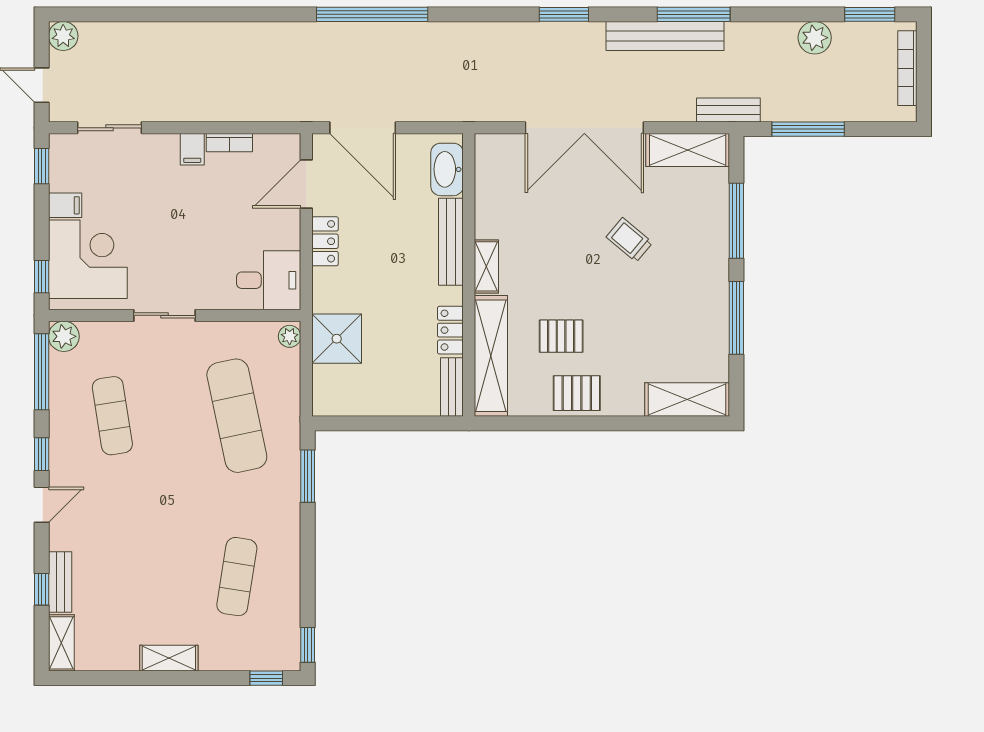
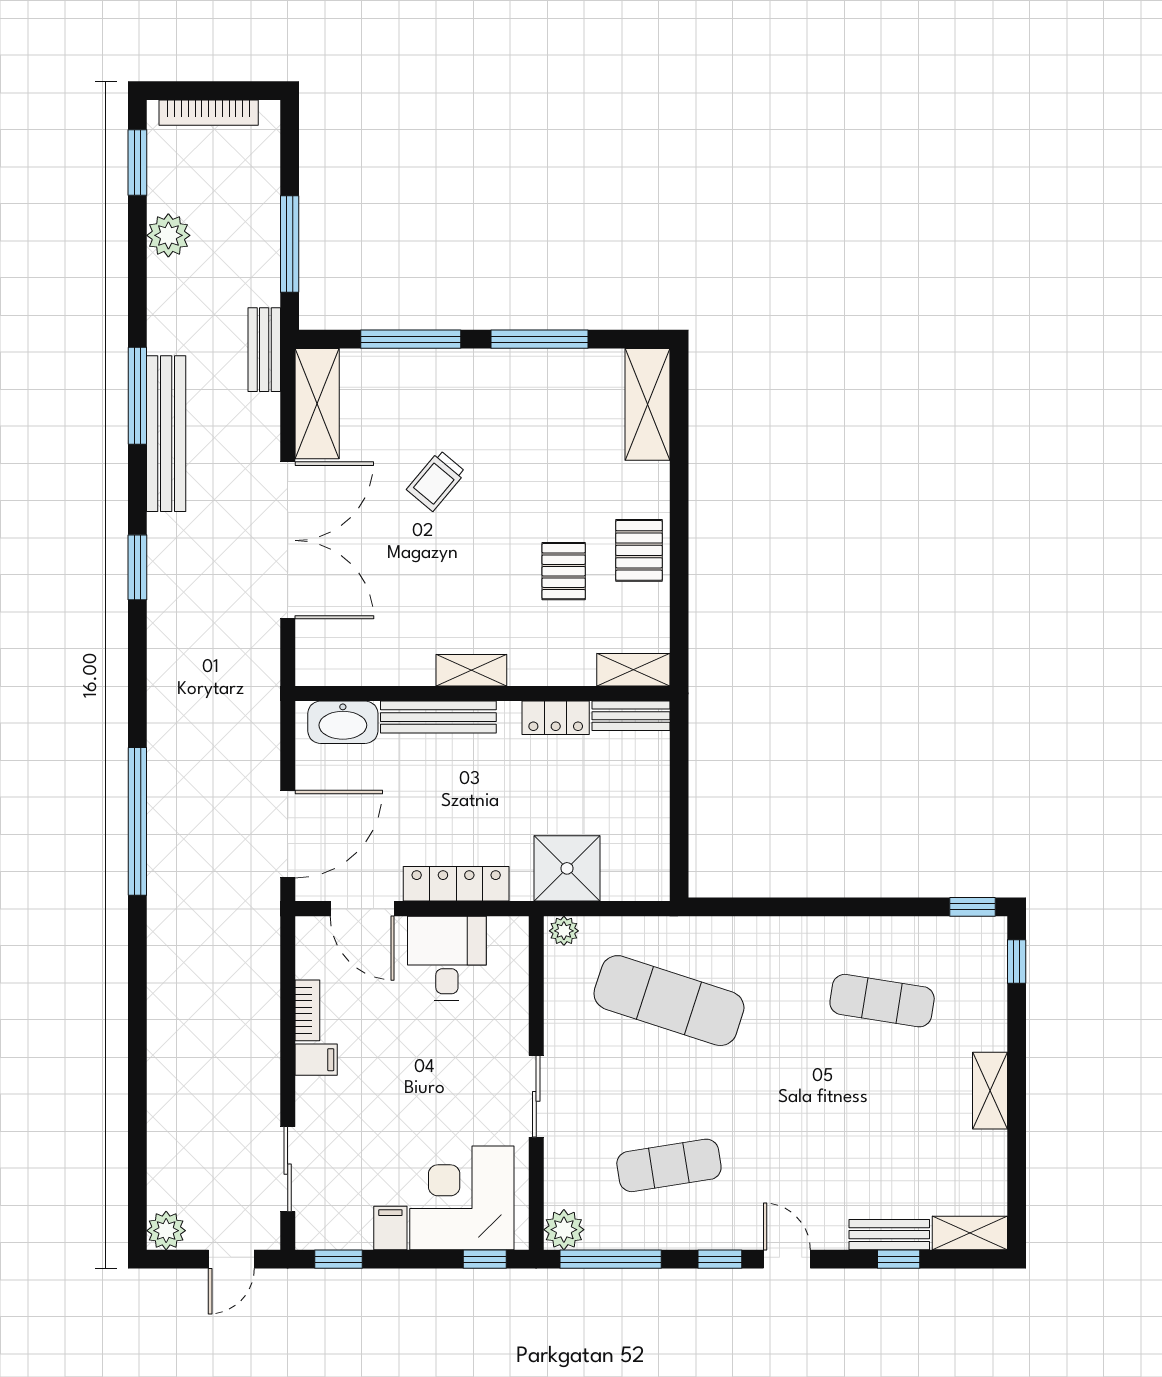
locker: (325, 241) -> (456, 884), width x1.53
desk: (269, 280) -> (447, 958), moved
shelving: (491, 356) -> (633, 670), width x0.45, depth x0.75
exercise mat: (237, 416) -> (669, 1001), turned 30
window: (308, 476) -> (749, 907), removed

